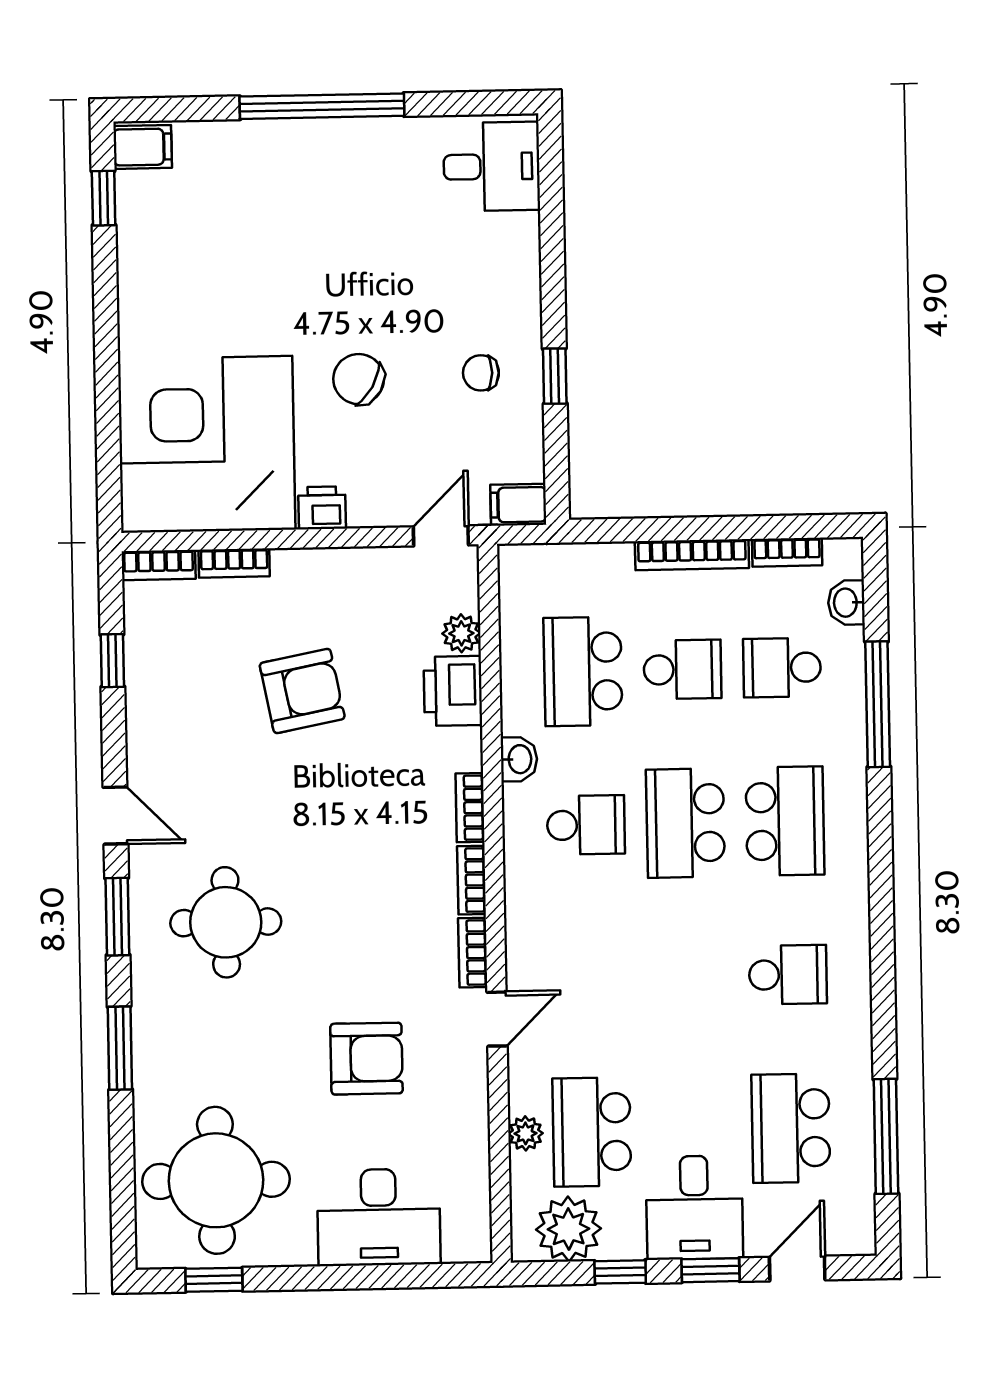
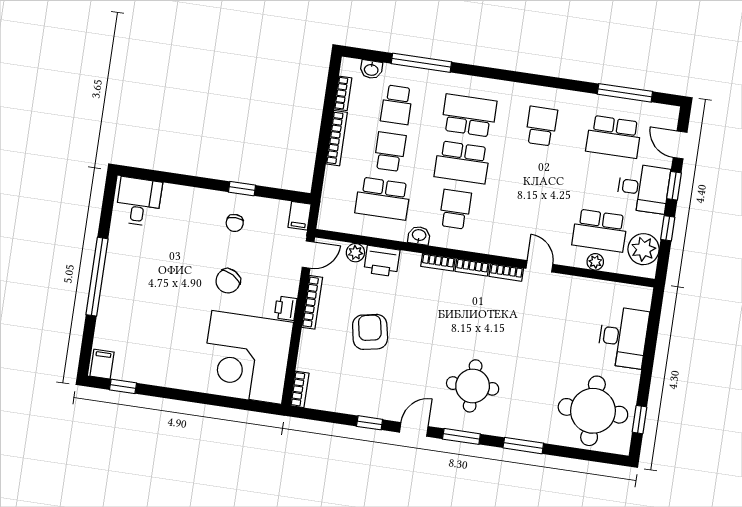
door: (441, 536) -> (308, 255), swing flipped
bookcase: (234, 563) -> (312, 302), moved, width x1.56
window: (112, 661) -> (370, 423), moved
armchair: (366, 1059) -> (548, 331), removed

